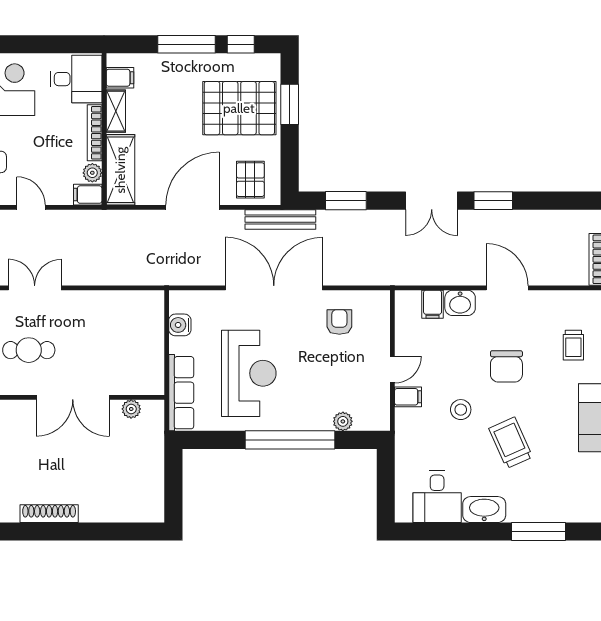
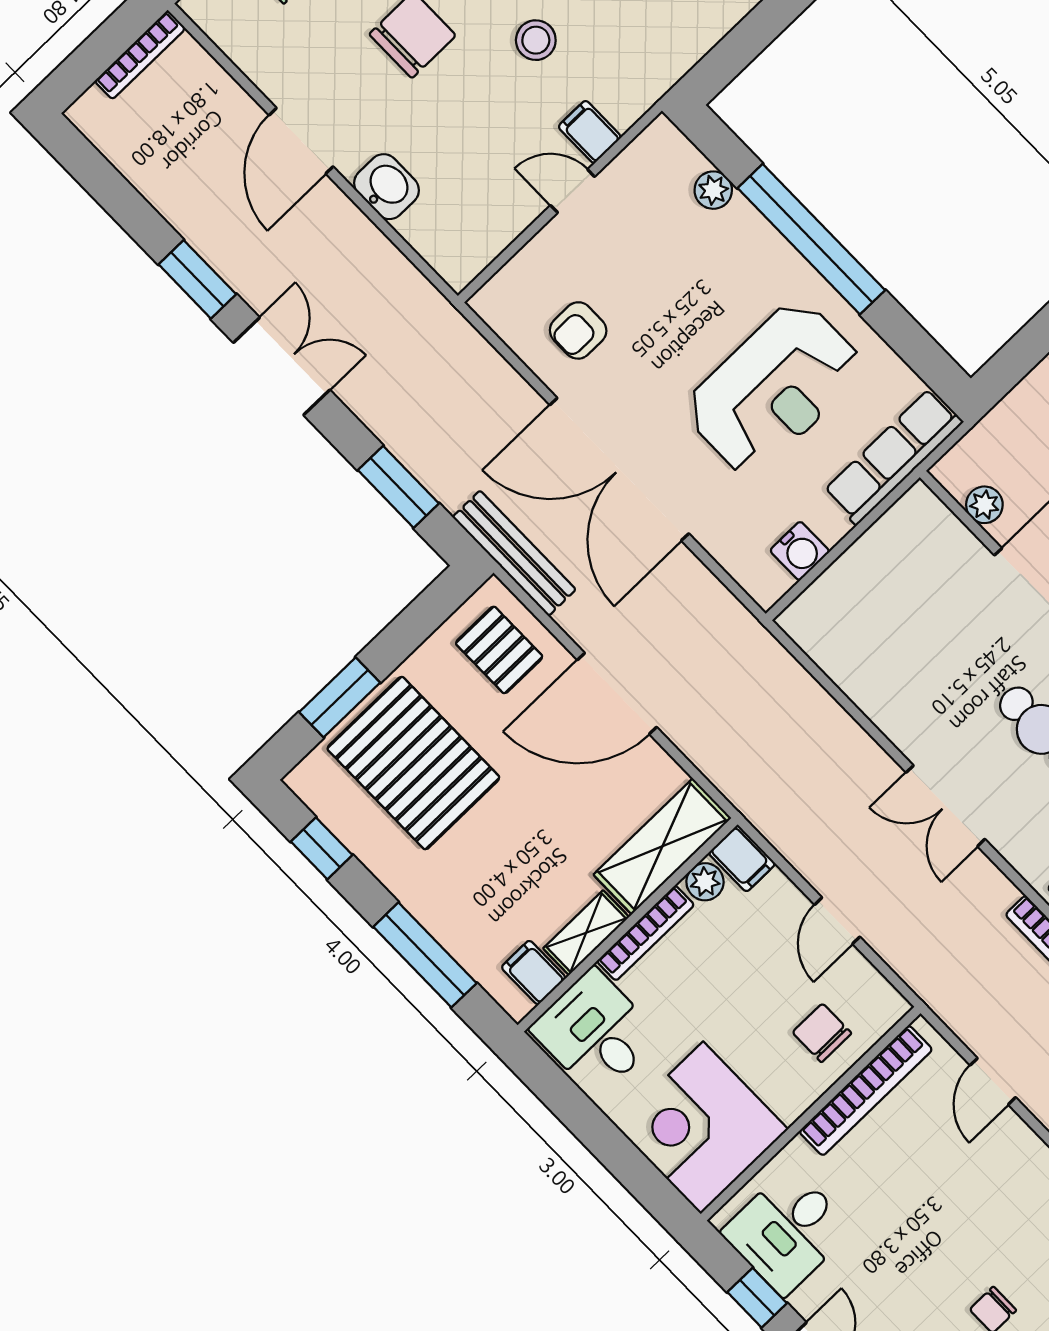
window: (186, 44) -> (425, 955), moved
pallet: (250, 180) -> (499, 650), turned 90
filing cabinet: (433, 304) -> (426, 224), removed
reception desk: (249, 373) -> (774, 388), turned 180

